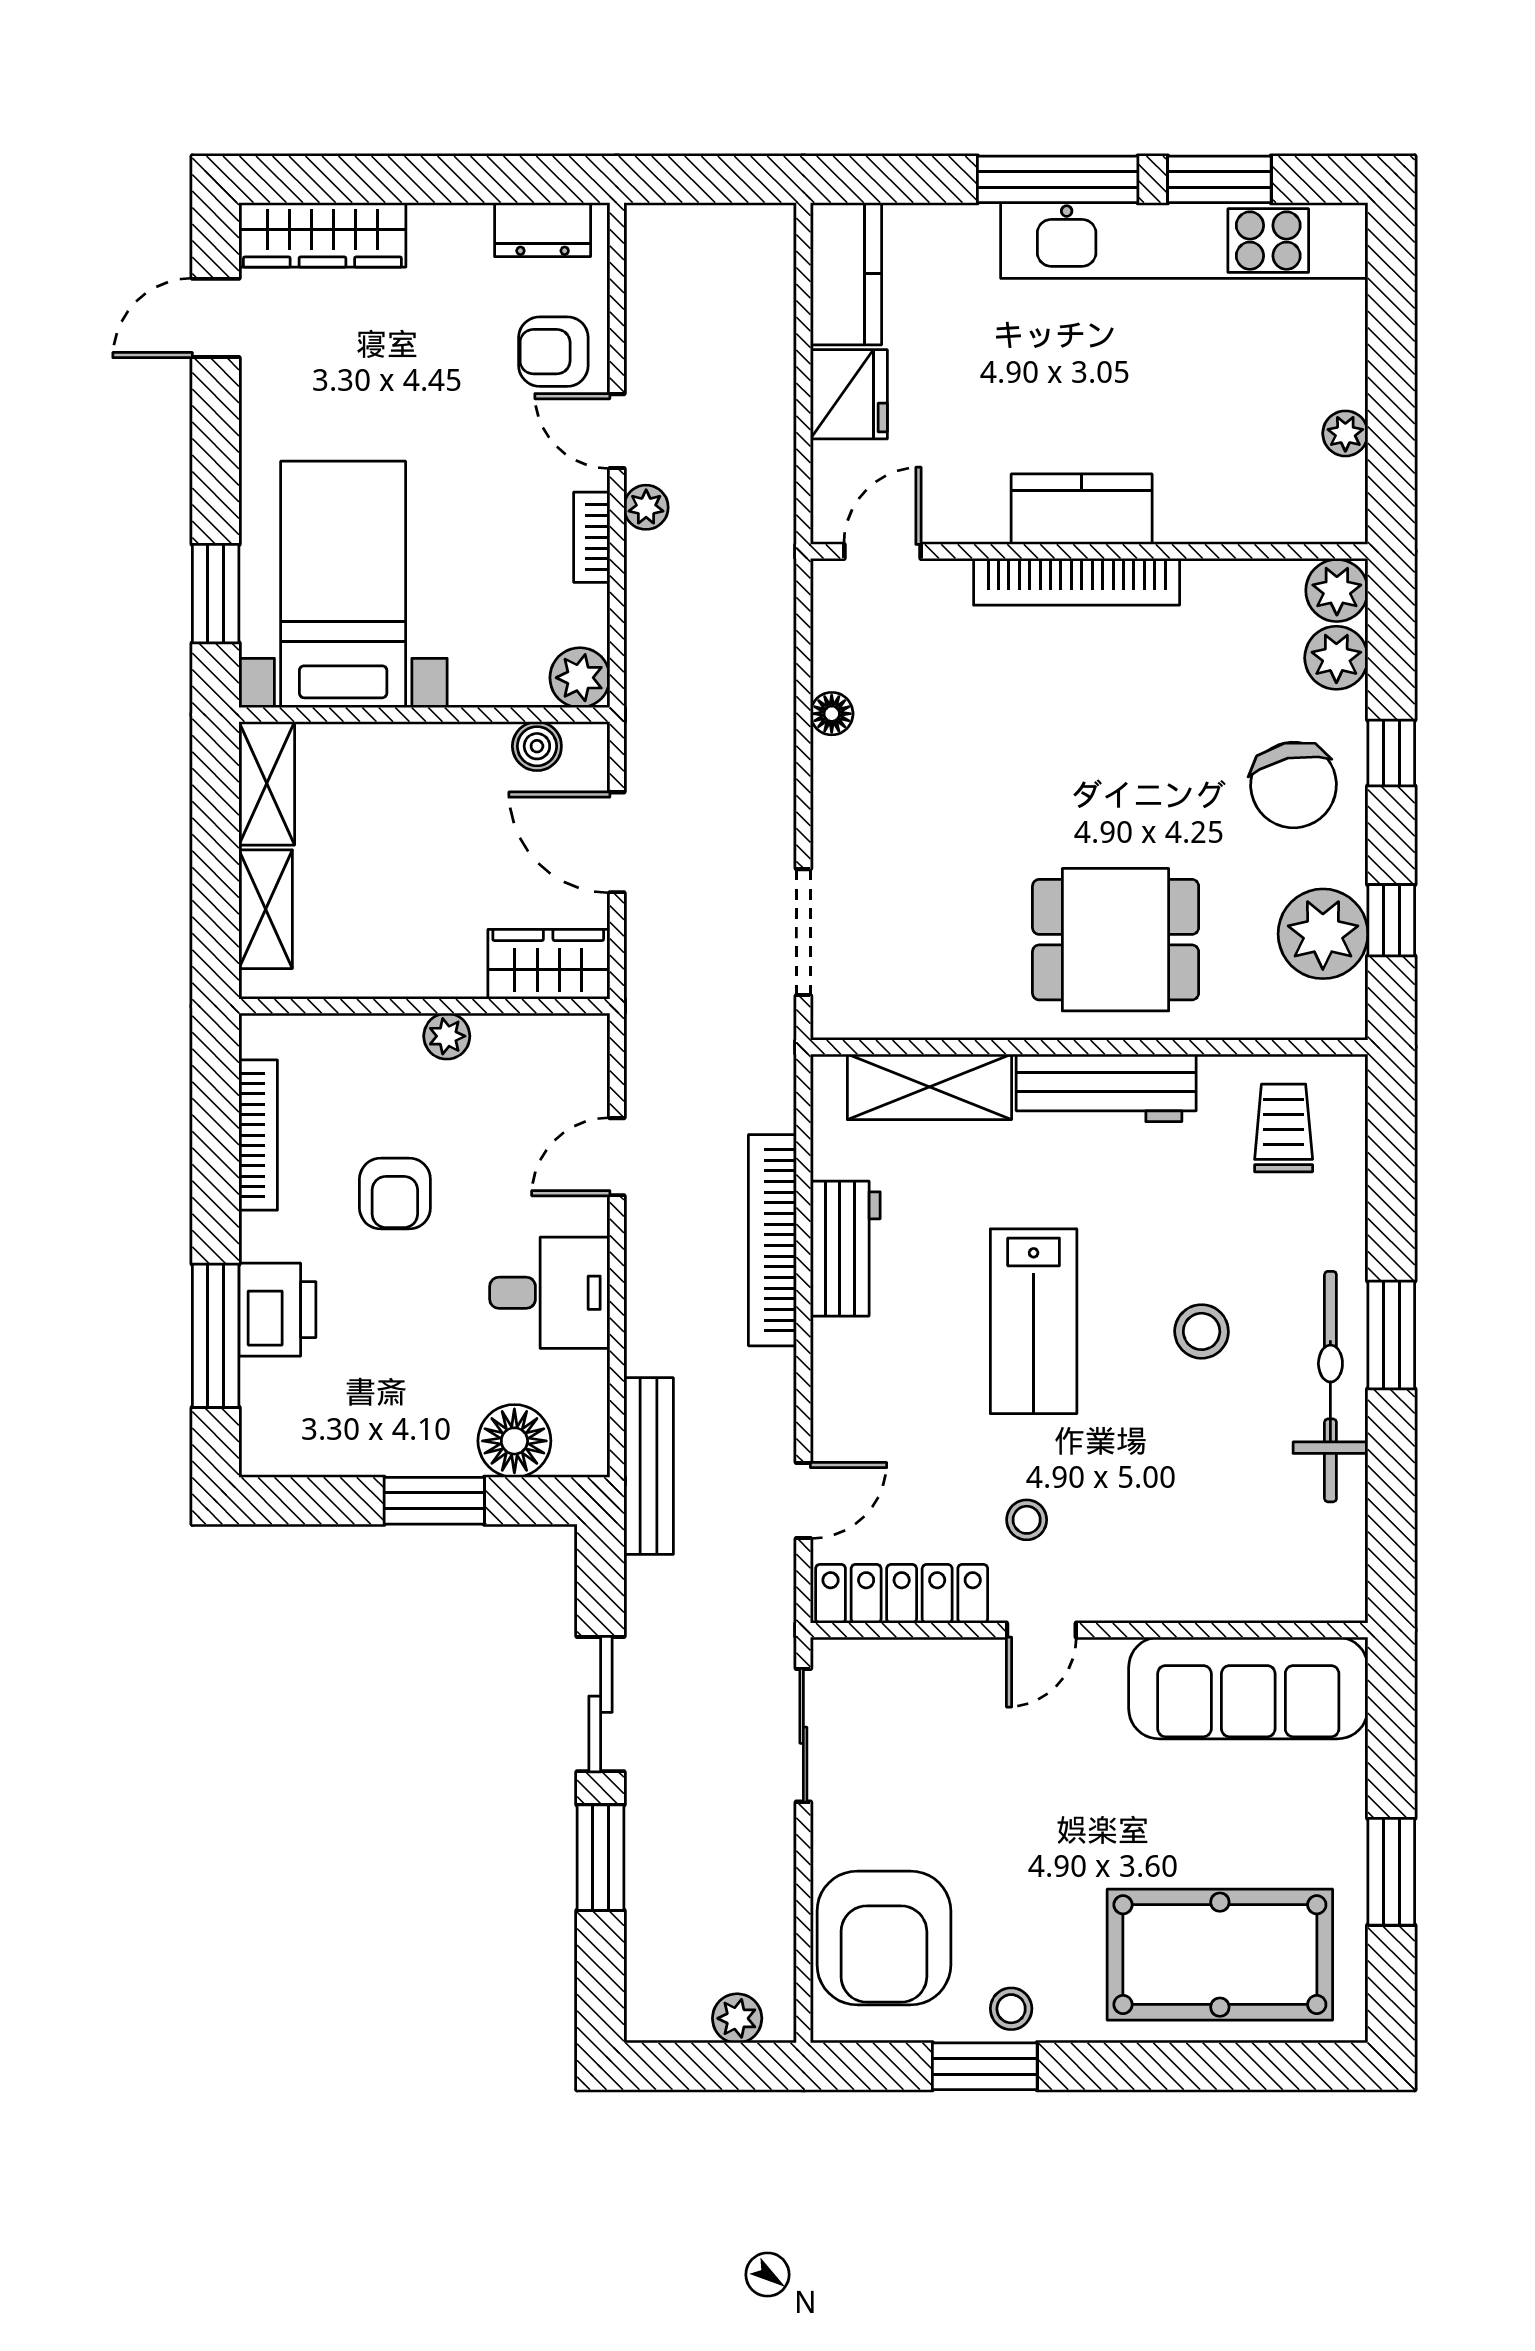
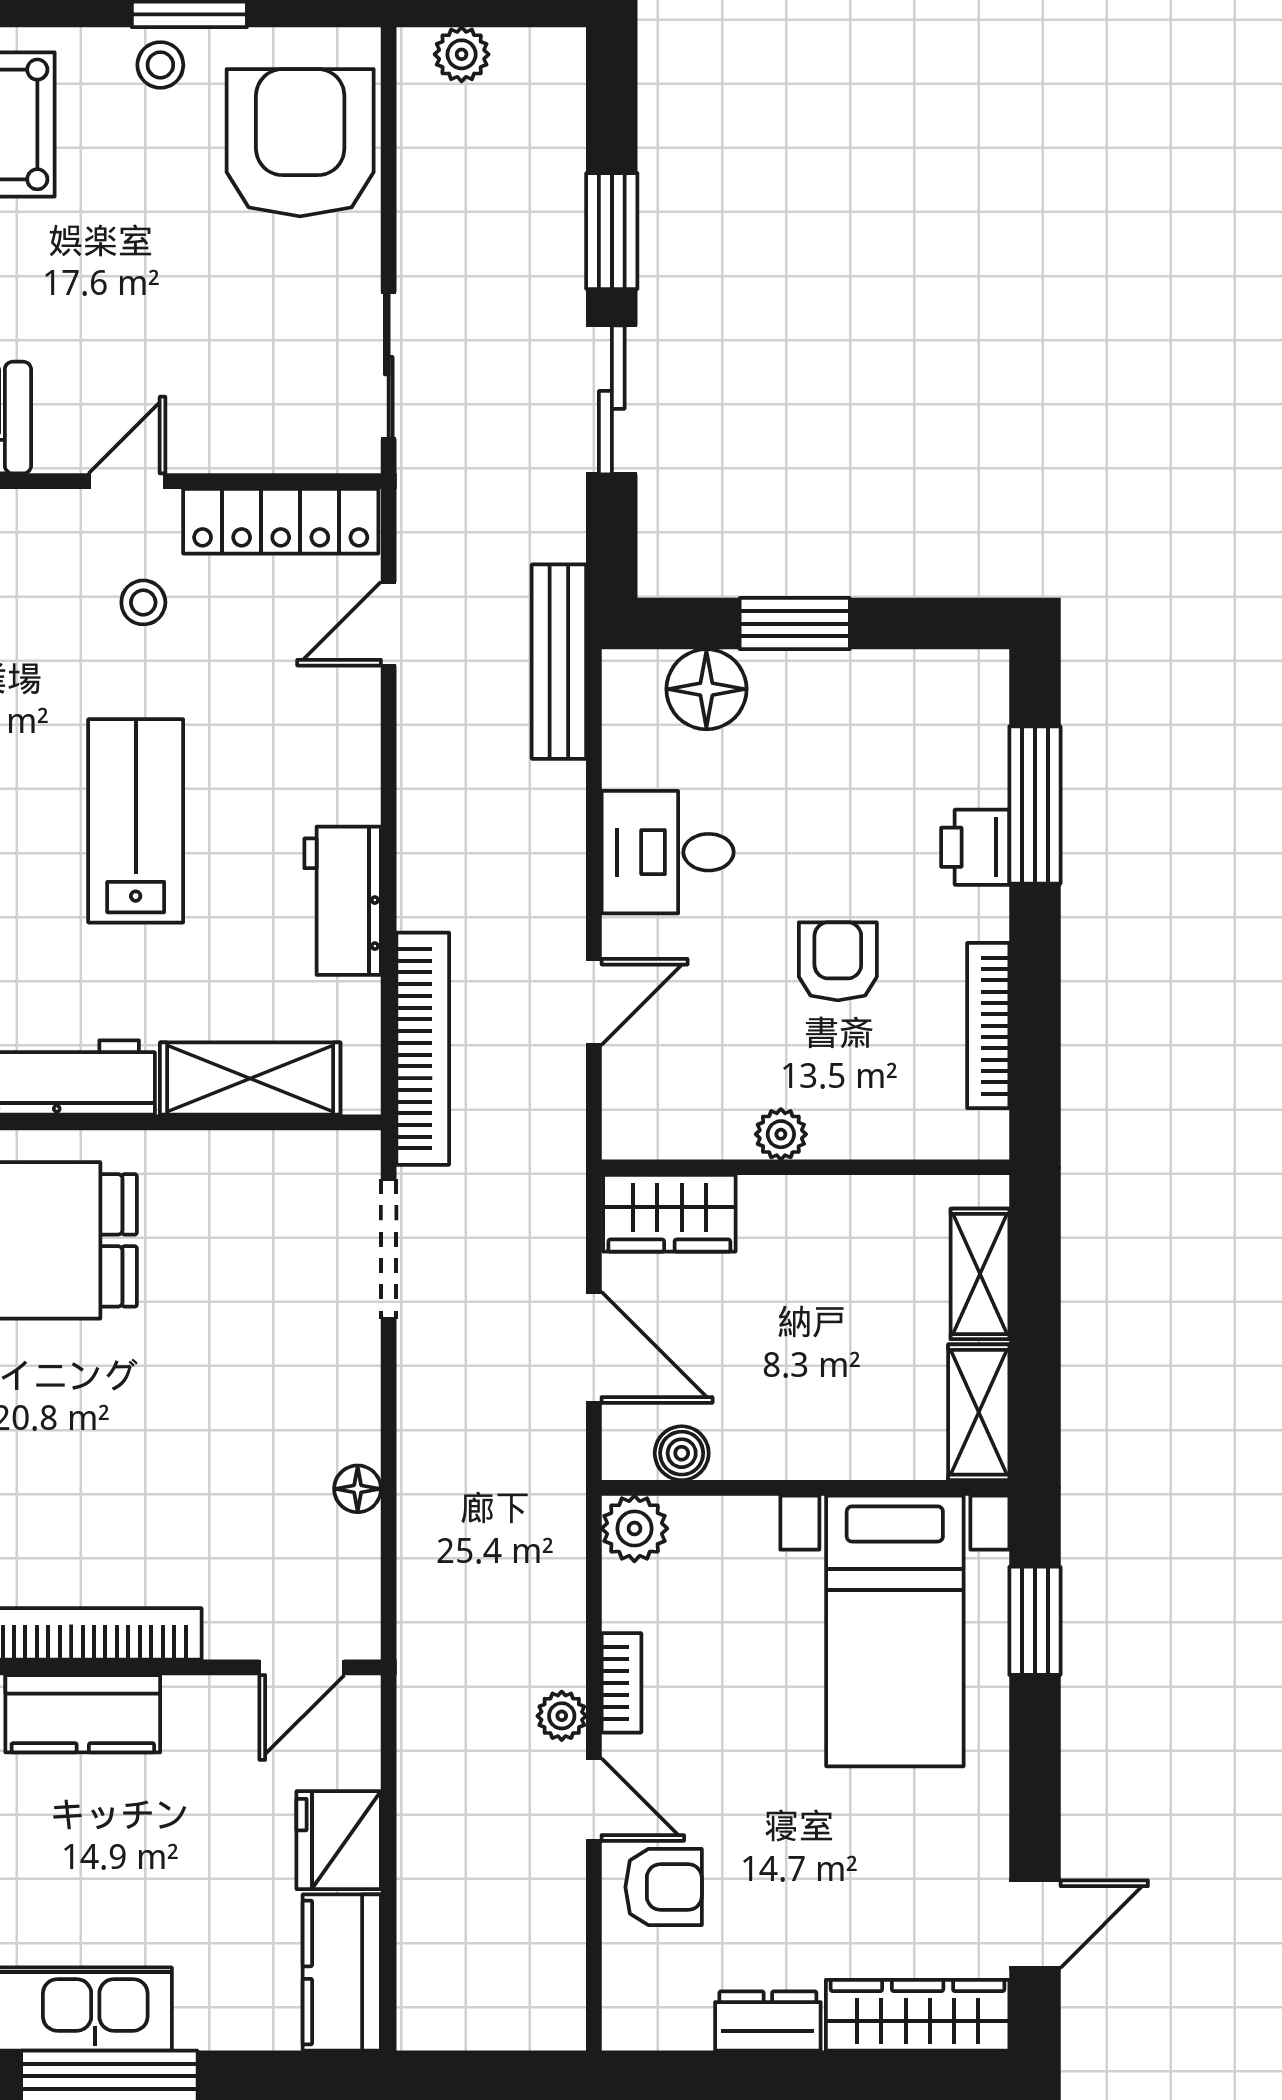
dresser: (543, 230) -> (768, 2021), moved
bookcase: (772, 1240) -> (423, 1049), moved
printer: (277, 1310) -> (975, 847), width x0.73, depth x0.81

